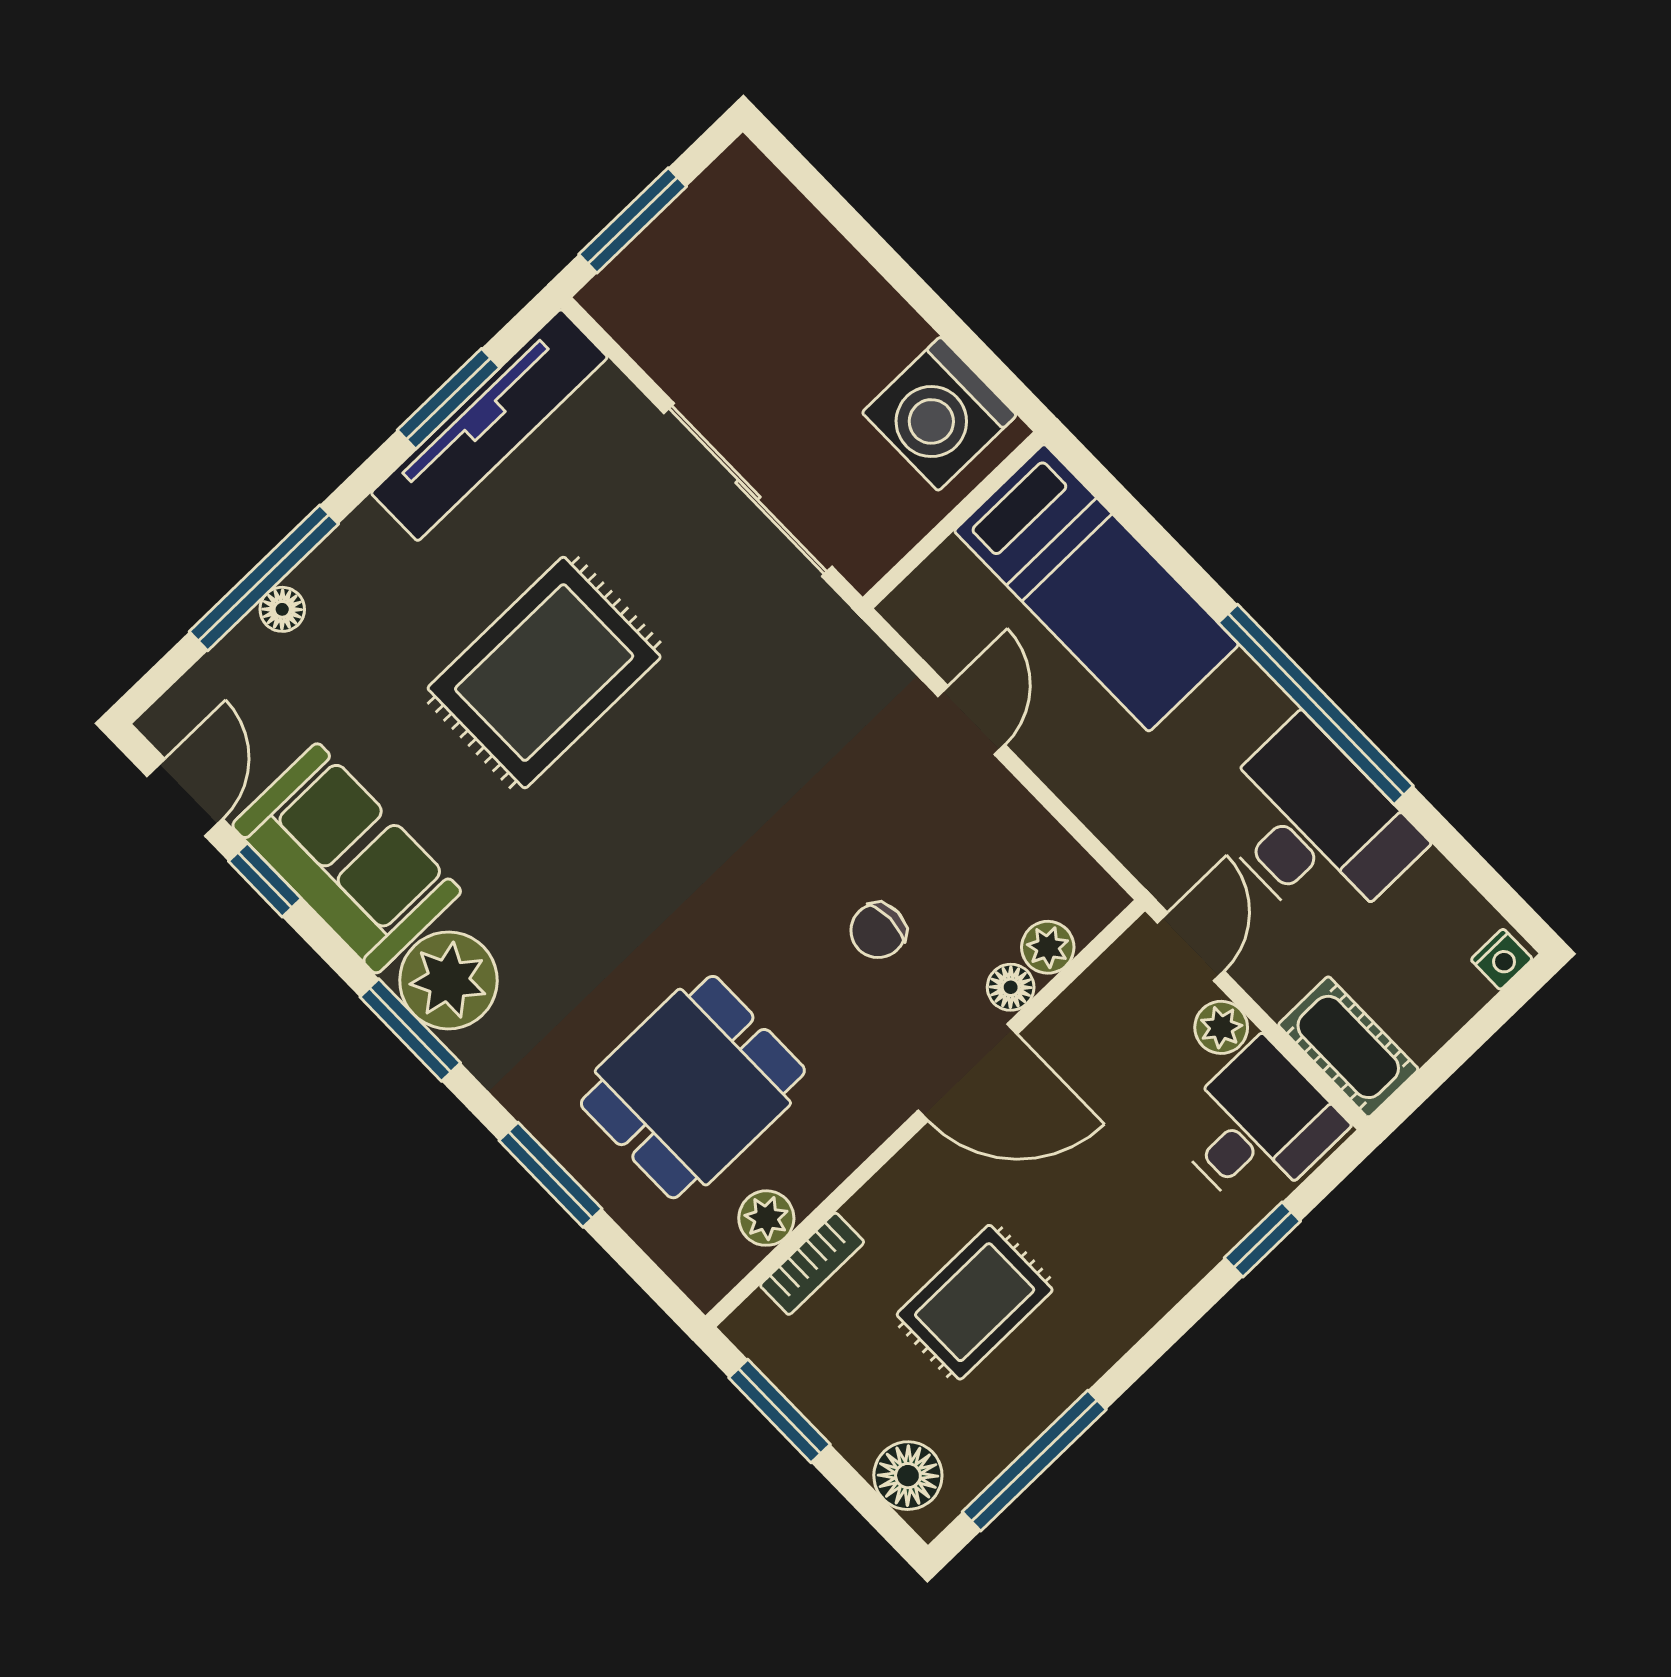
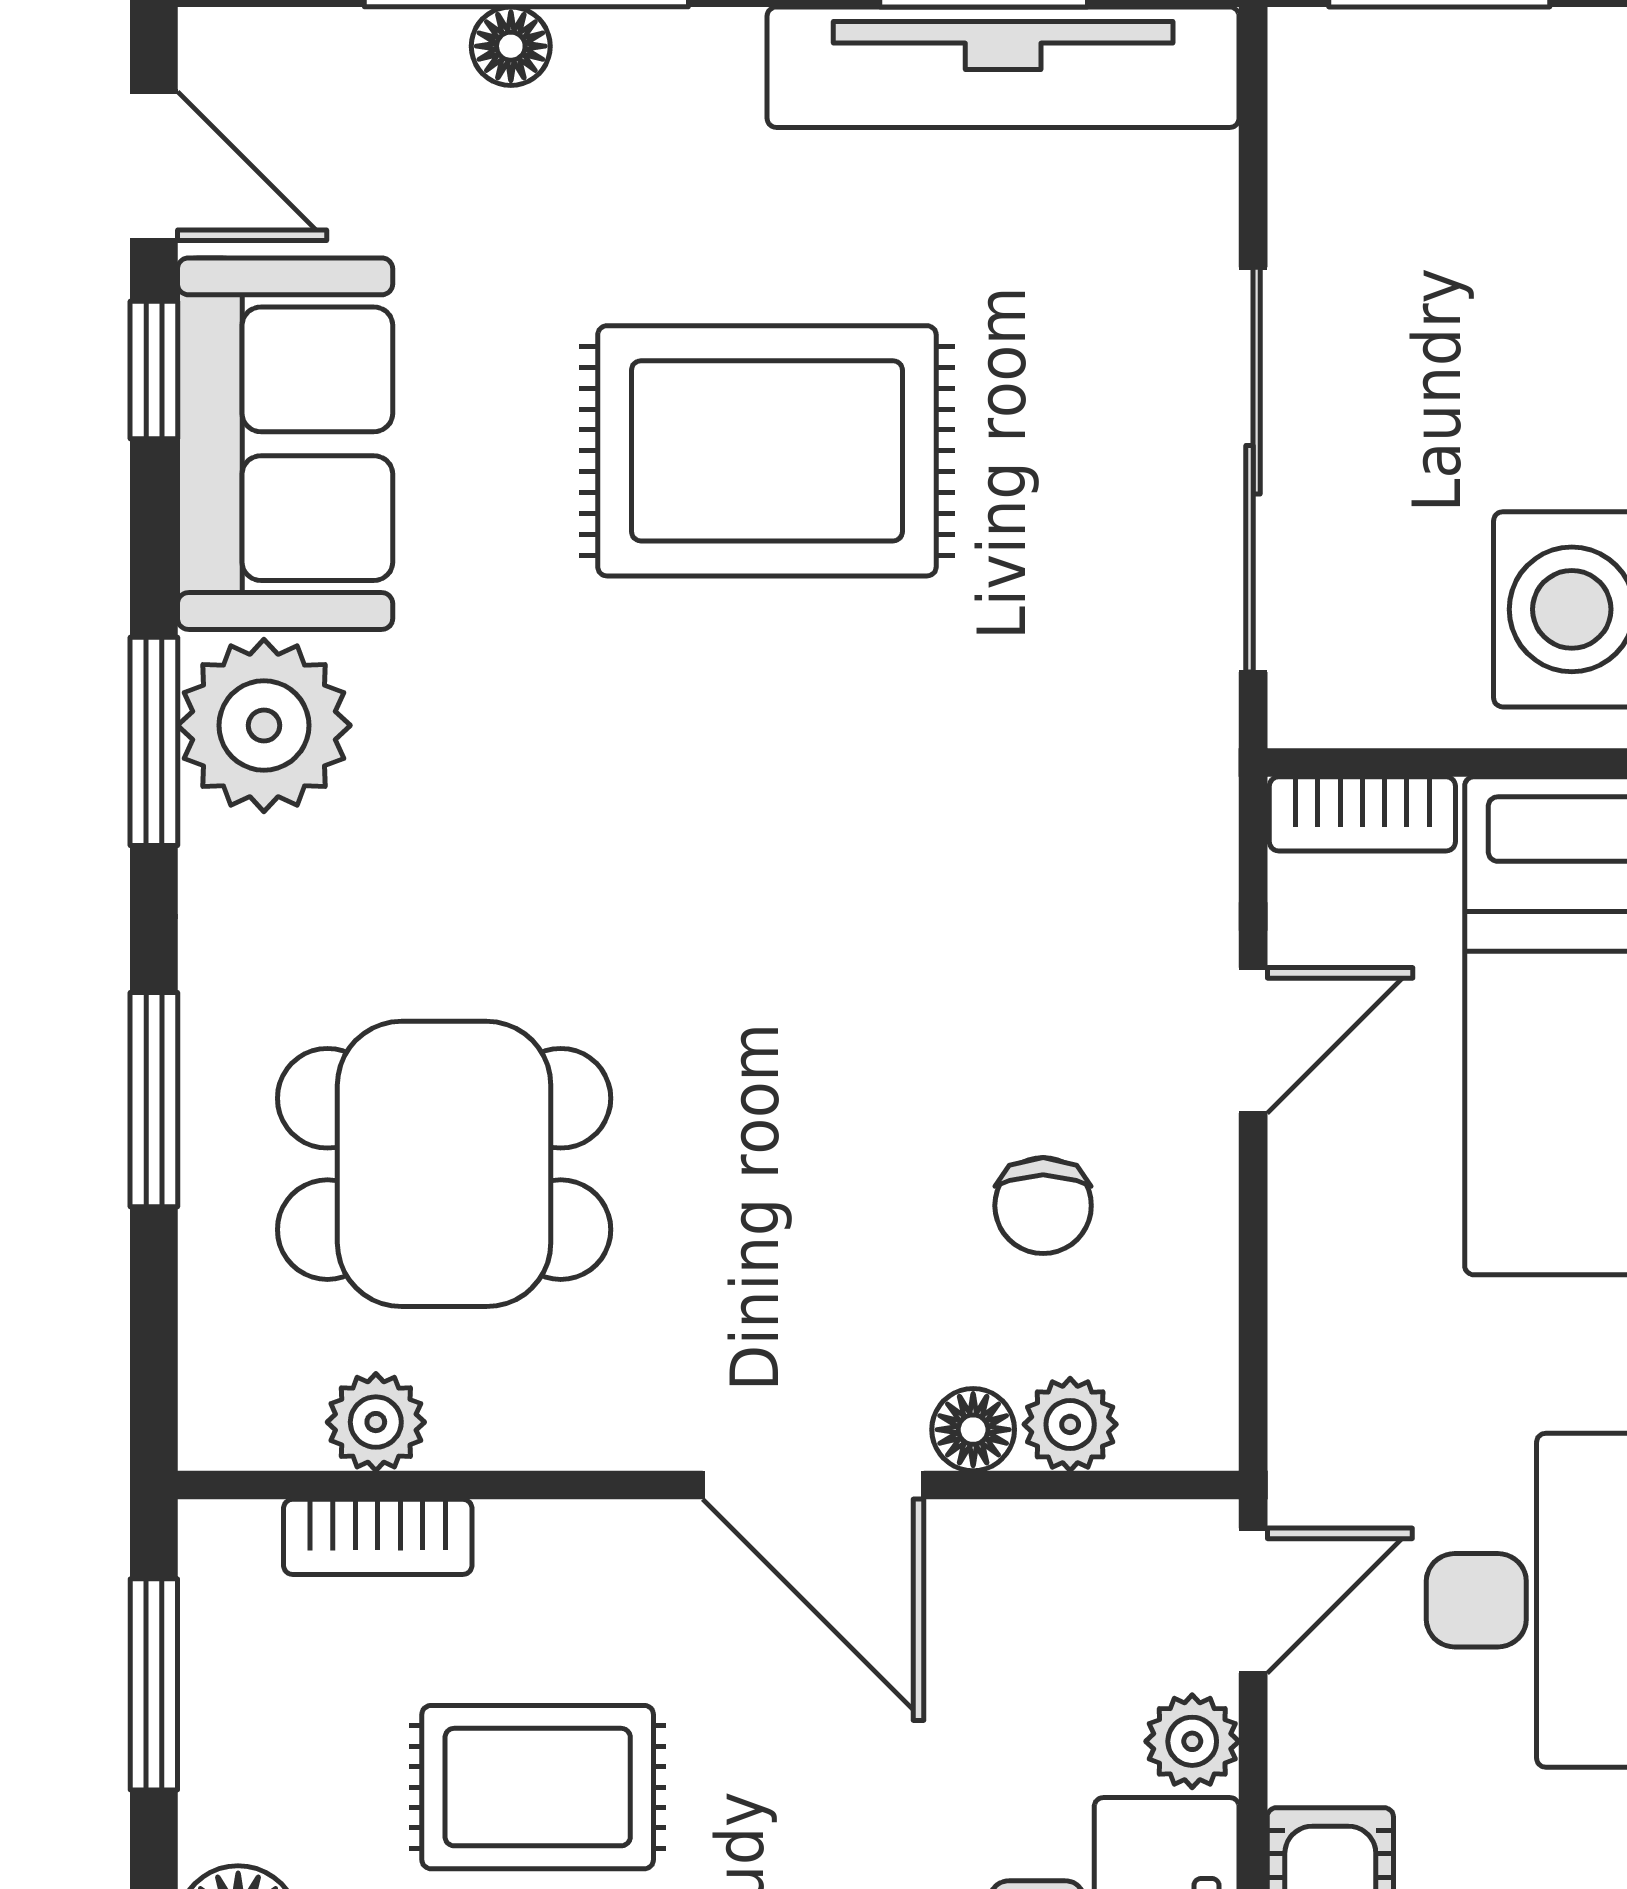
bookcase: (927, 586) -> (1362, 814), added
door: (185, 797) -> (154, 166), hinge flipped
chair: (878, 931) -> (1043, 1206), moved, turned -90

